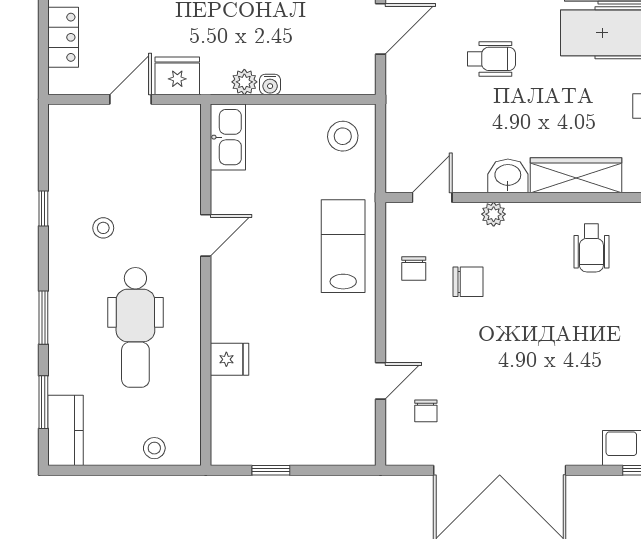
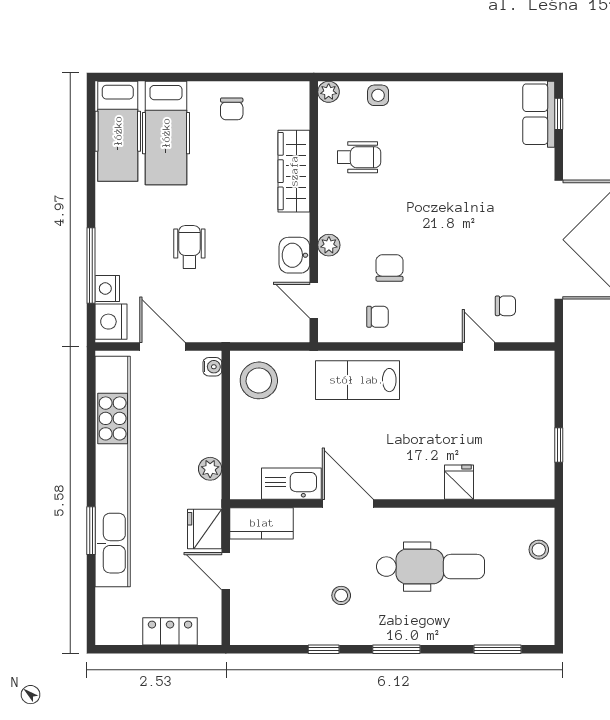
water cooler: (270, 84) -> (212, 367), moved
stool: (343, 136) -> (259, 380), width x1.38, depth x1.38
kitchen sink: (228, 137) -> (291, 484), moved
washbasin: (508, 176) -> (294, 255), moved
door: (206, 235) -> (348, 503), width x1.38
window: (43, 318) -> (396, 649), moved
kitchen counter: (66, 430) -> (262, 523), moved, turned 180

